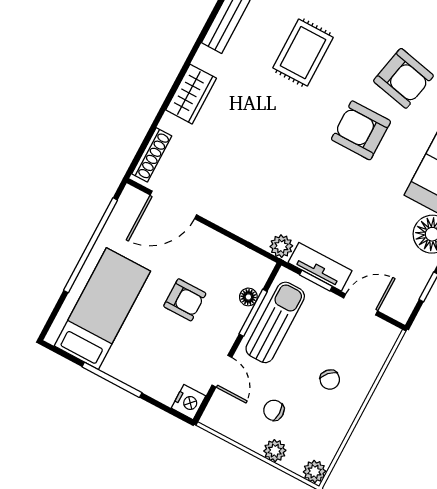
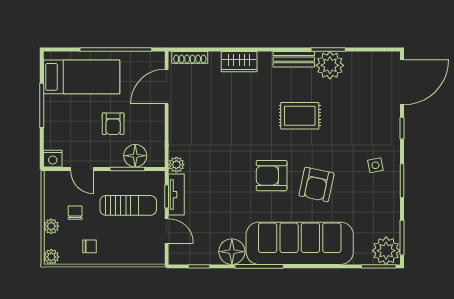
armchair: (361, 130) -> (272, 176), turned -90
door: (173, 205) -> (167, 86), hinge flipped
floor lamp: (248, 297) -> (135, 156), width x1.89, depth x1.89
sun lounger: (275, 322) -> (128, 205), moved
door: (222, 371) -> (82, 169), hinge flipped
chair: (330, 380) -> (90, 246), moved, turned -134

